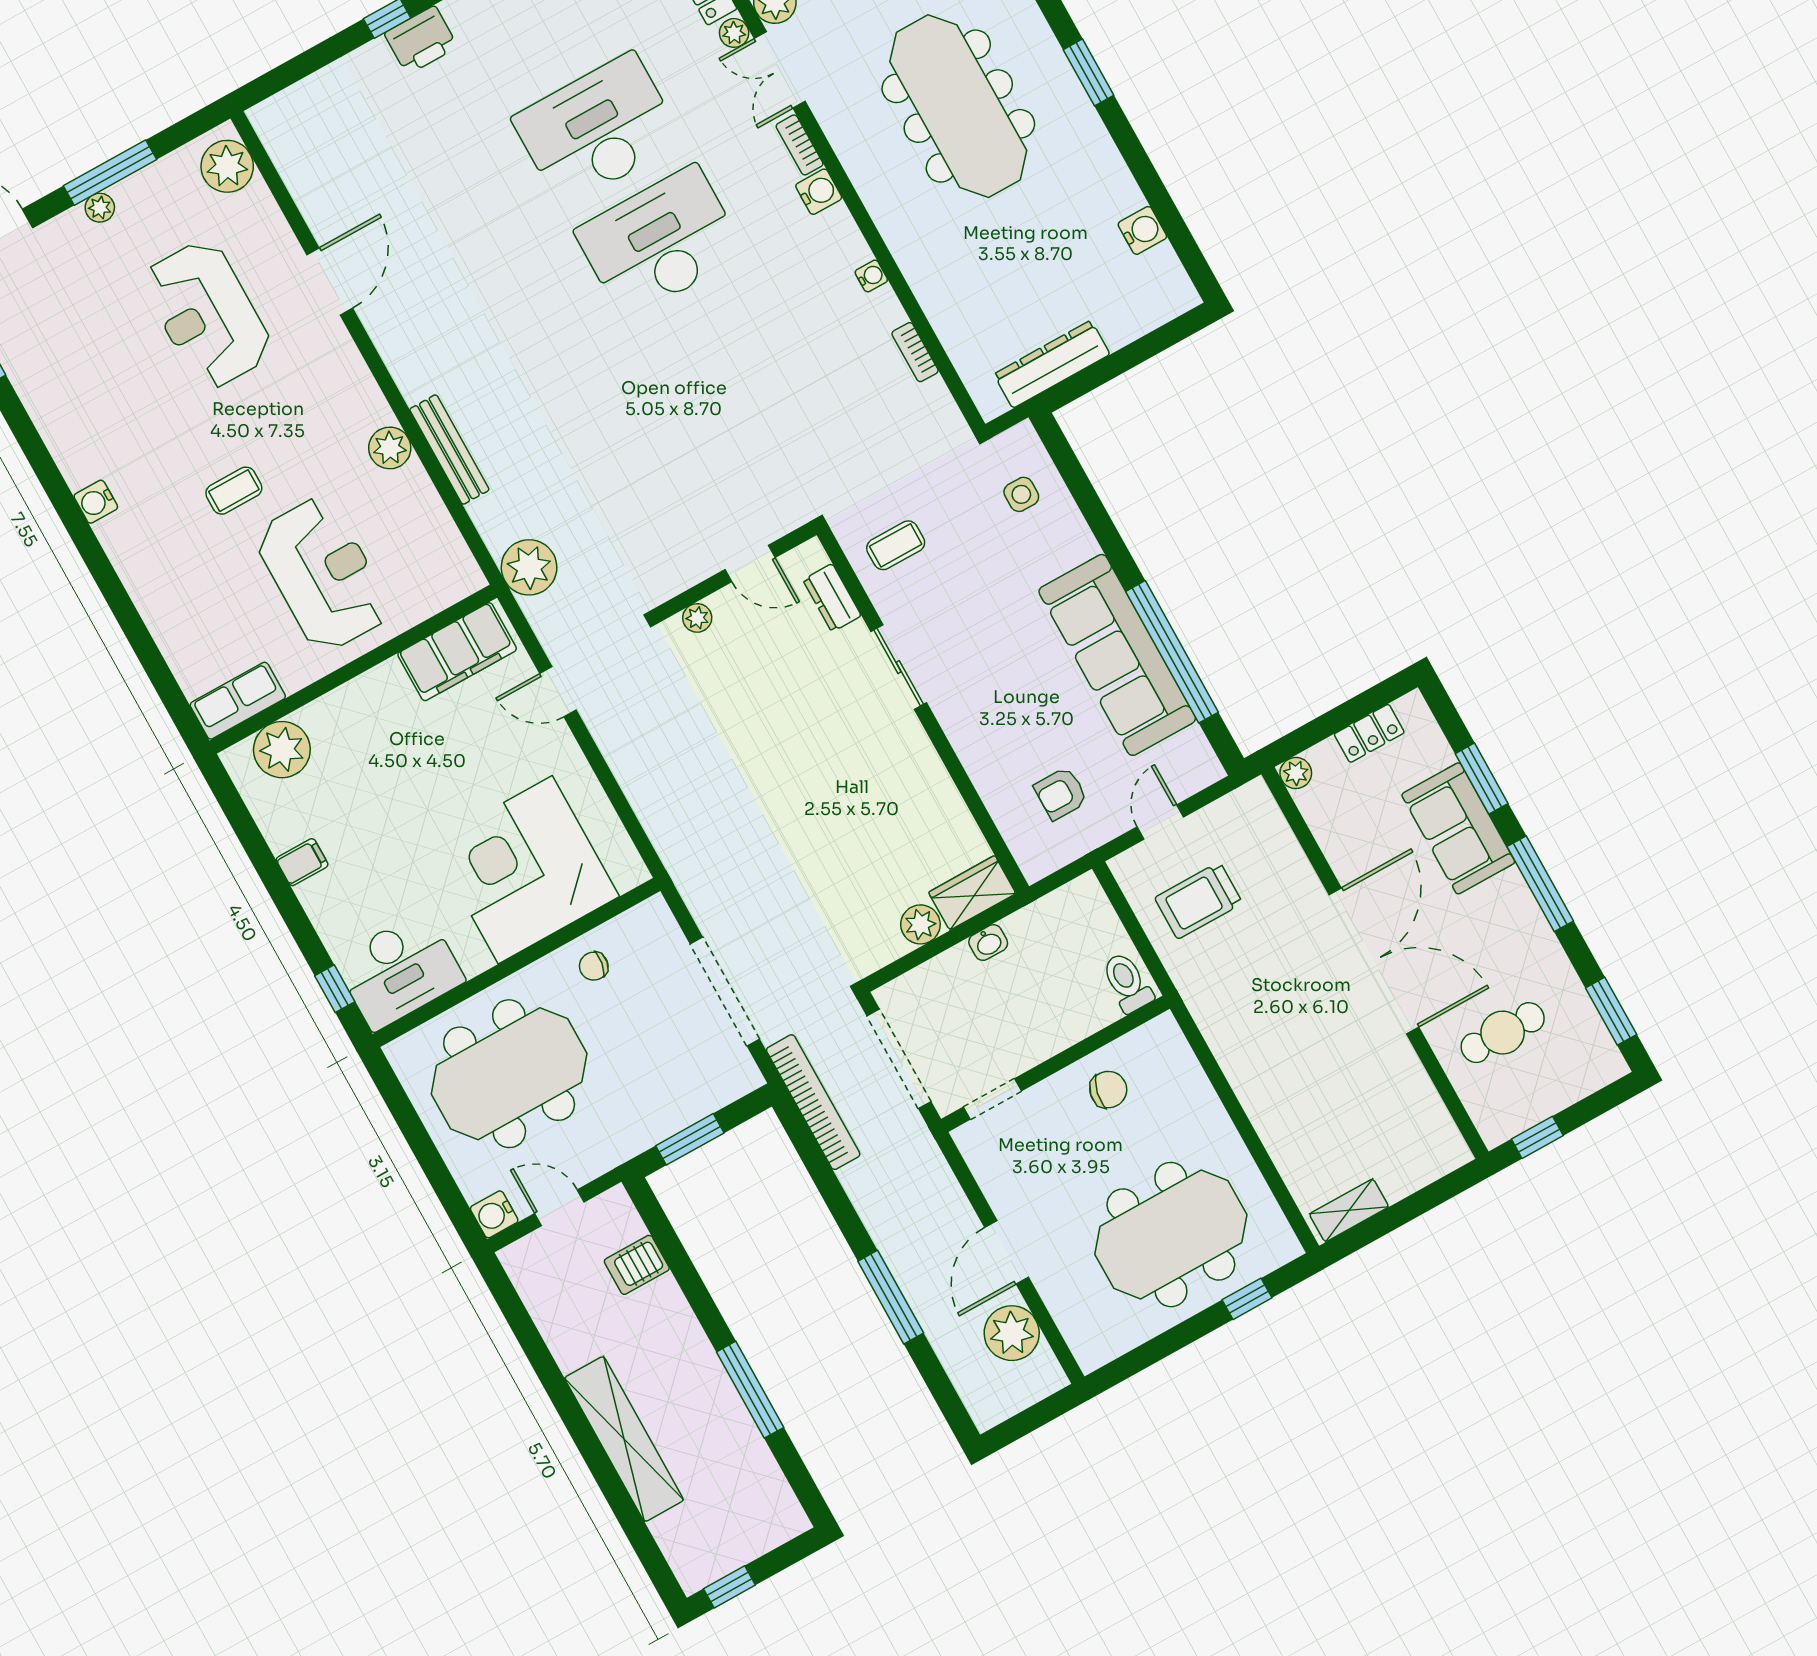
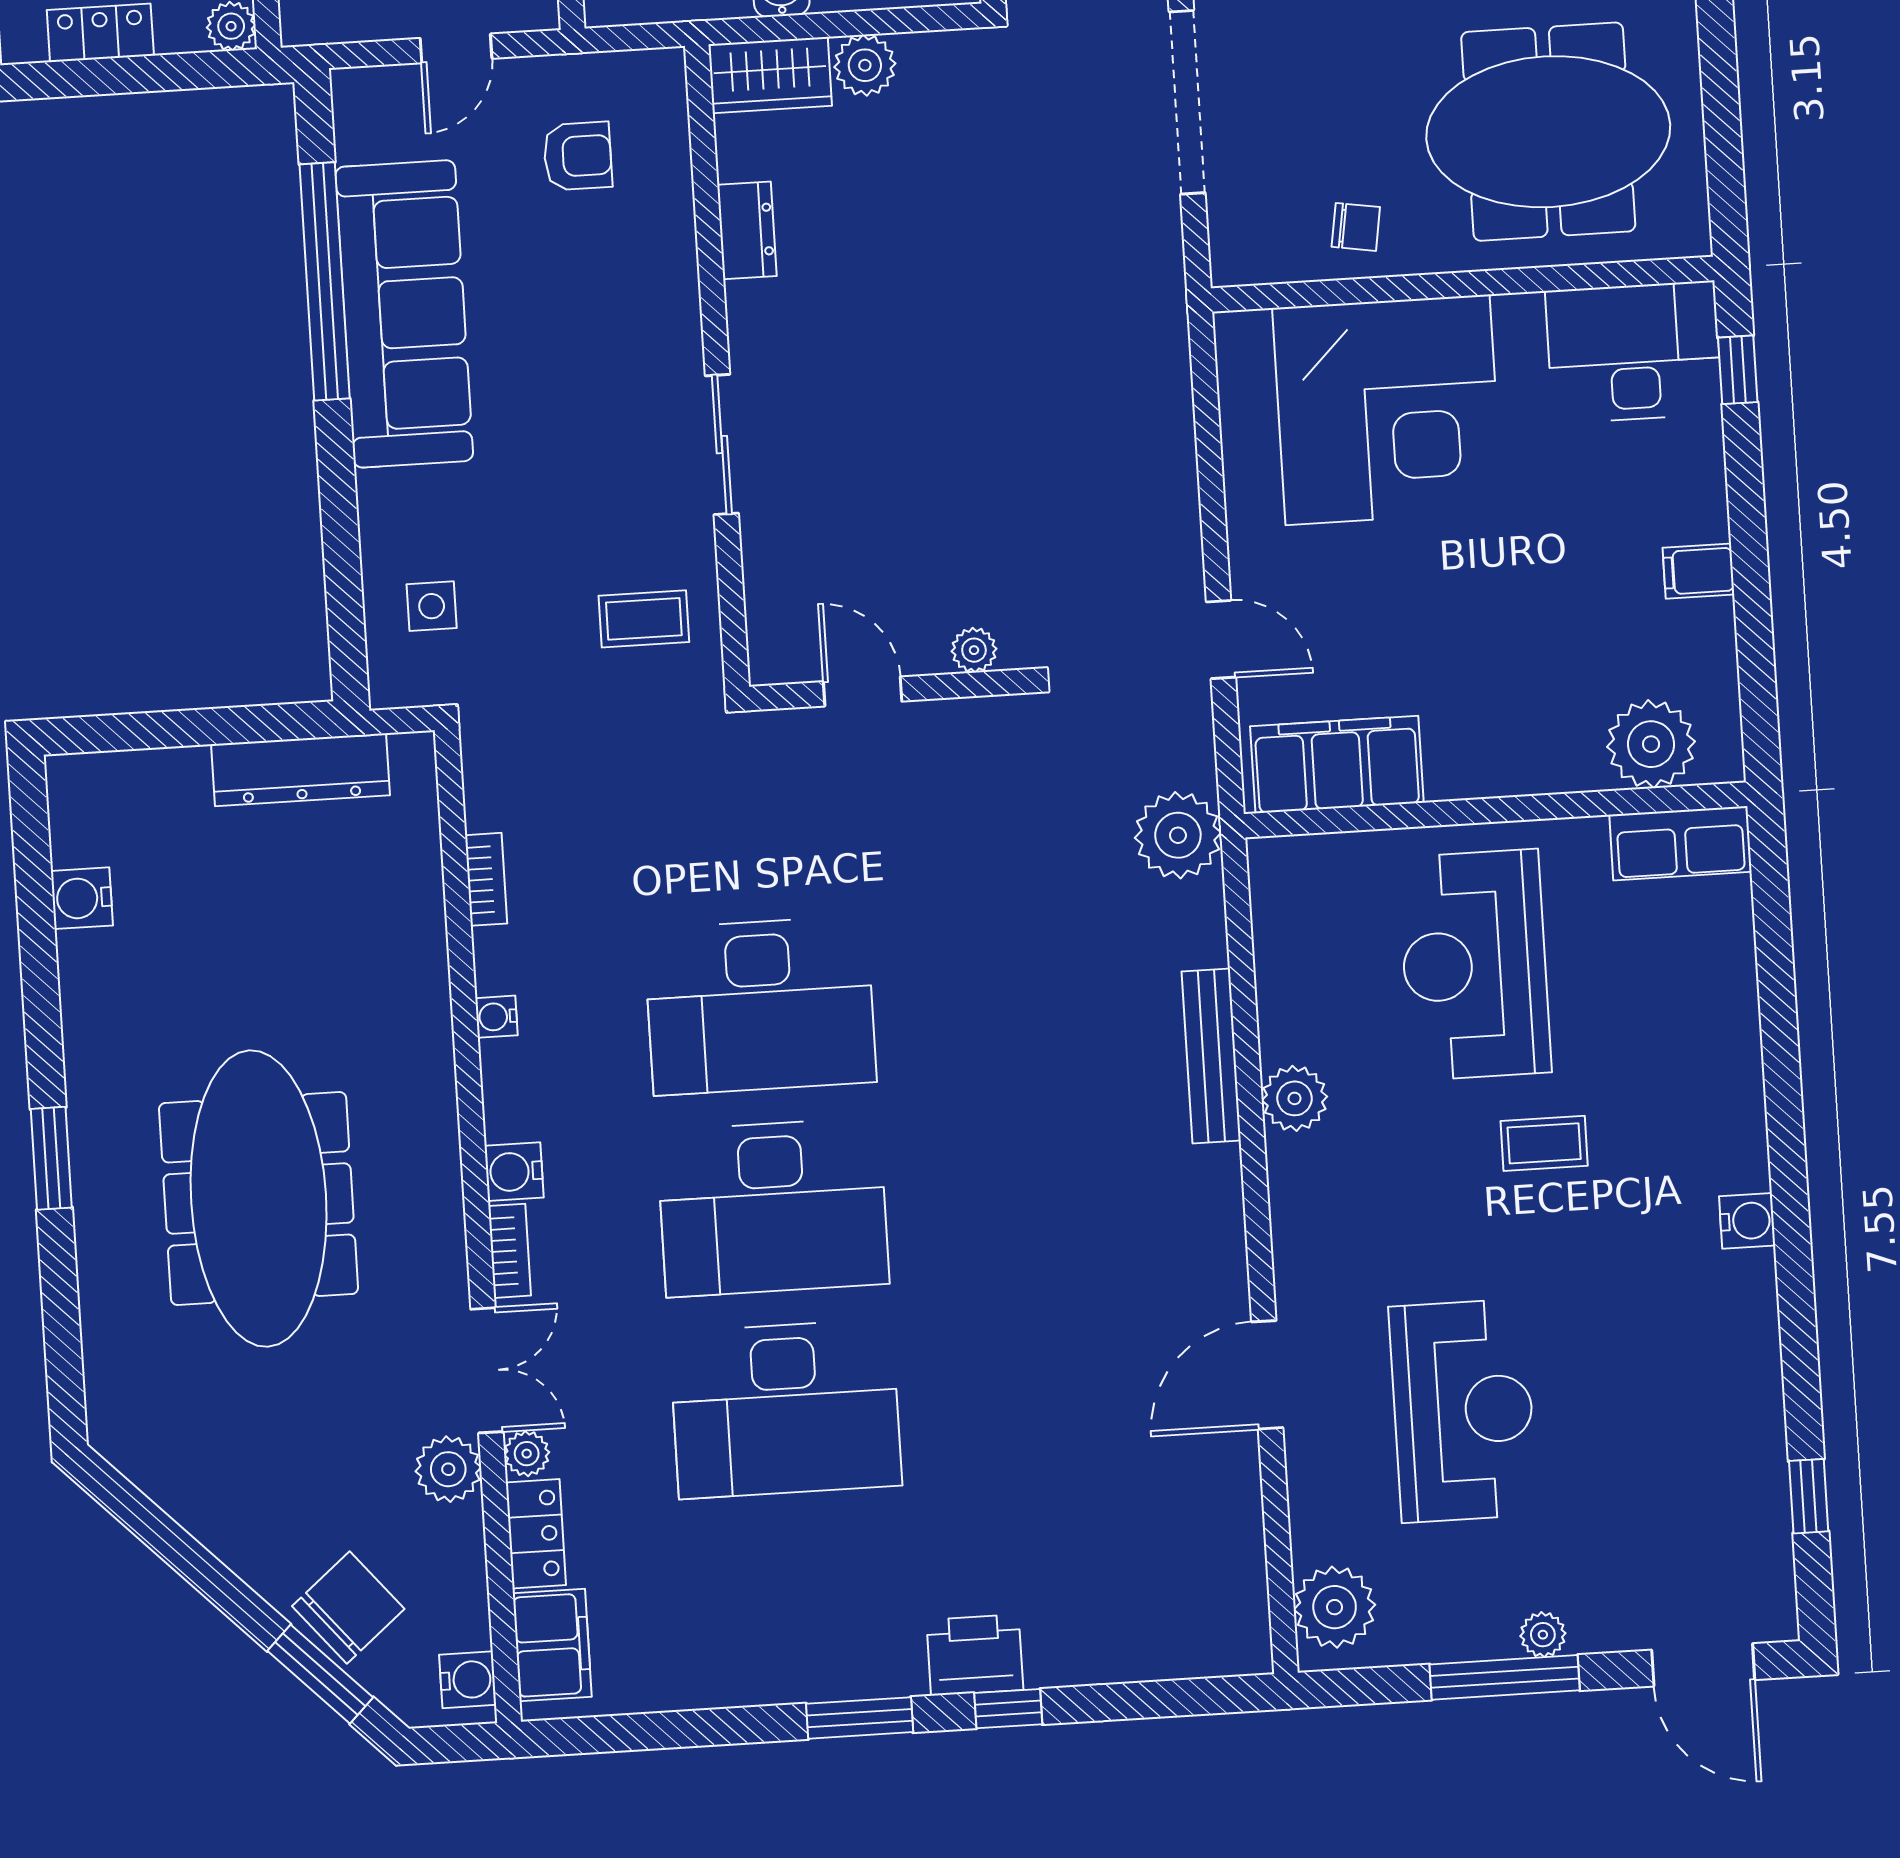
desk: (723, 355) -> (760, 1006), added
dresser: (832, 598) -> (747, 230), moved

